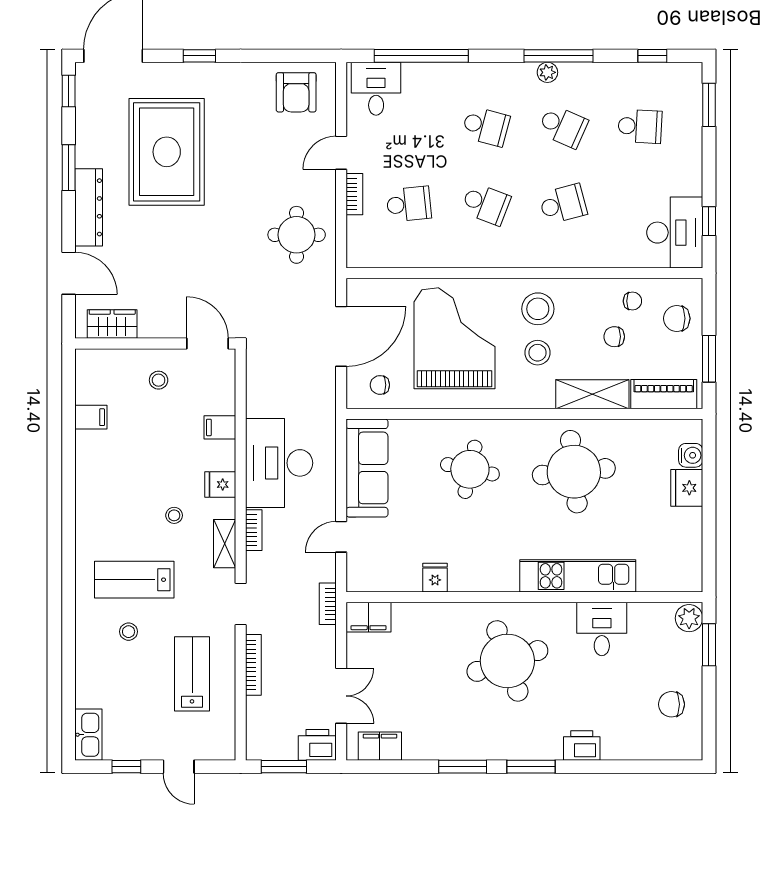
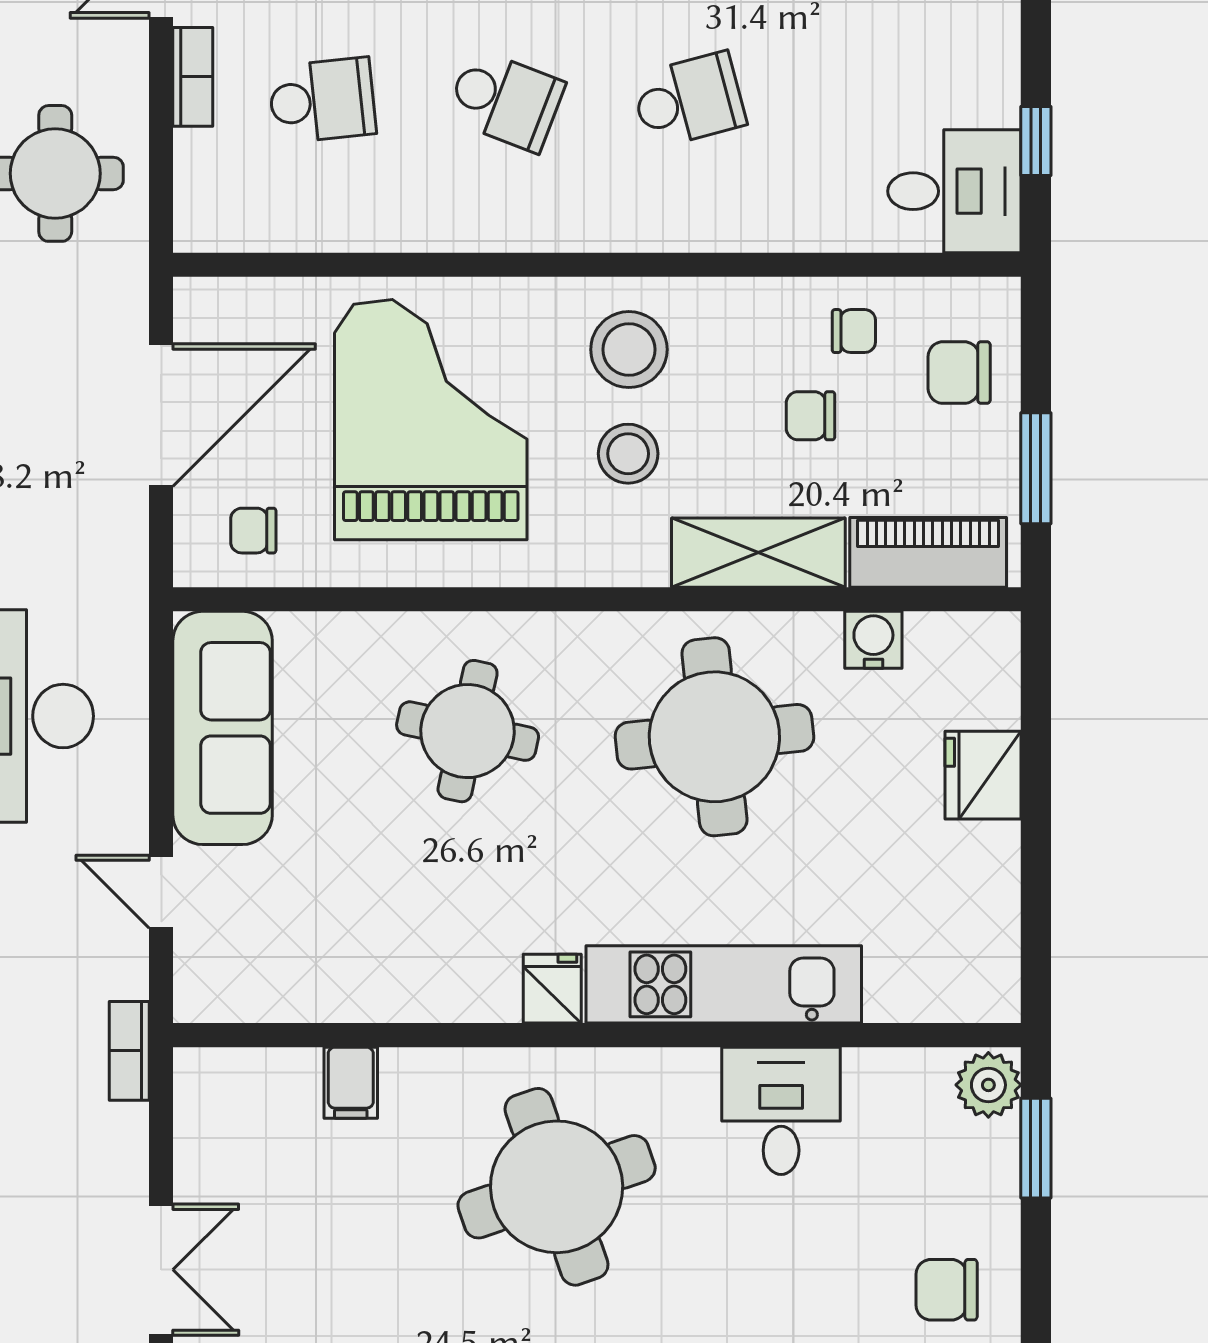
desk: (675, 233) -> (954, 191), width x0.73
water cooler: (691, 455) -> (873, 640), moved, turned -90
door: (341, 537) -> (161, 892), hinge flipped
fridge: (435, 578) -> (552, 989), moved
filing cabinet: (369, 617) -> (351, 1083), moved, width x0.50

